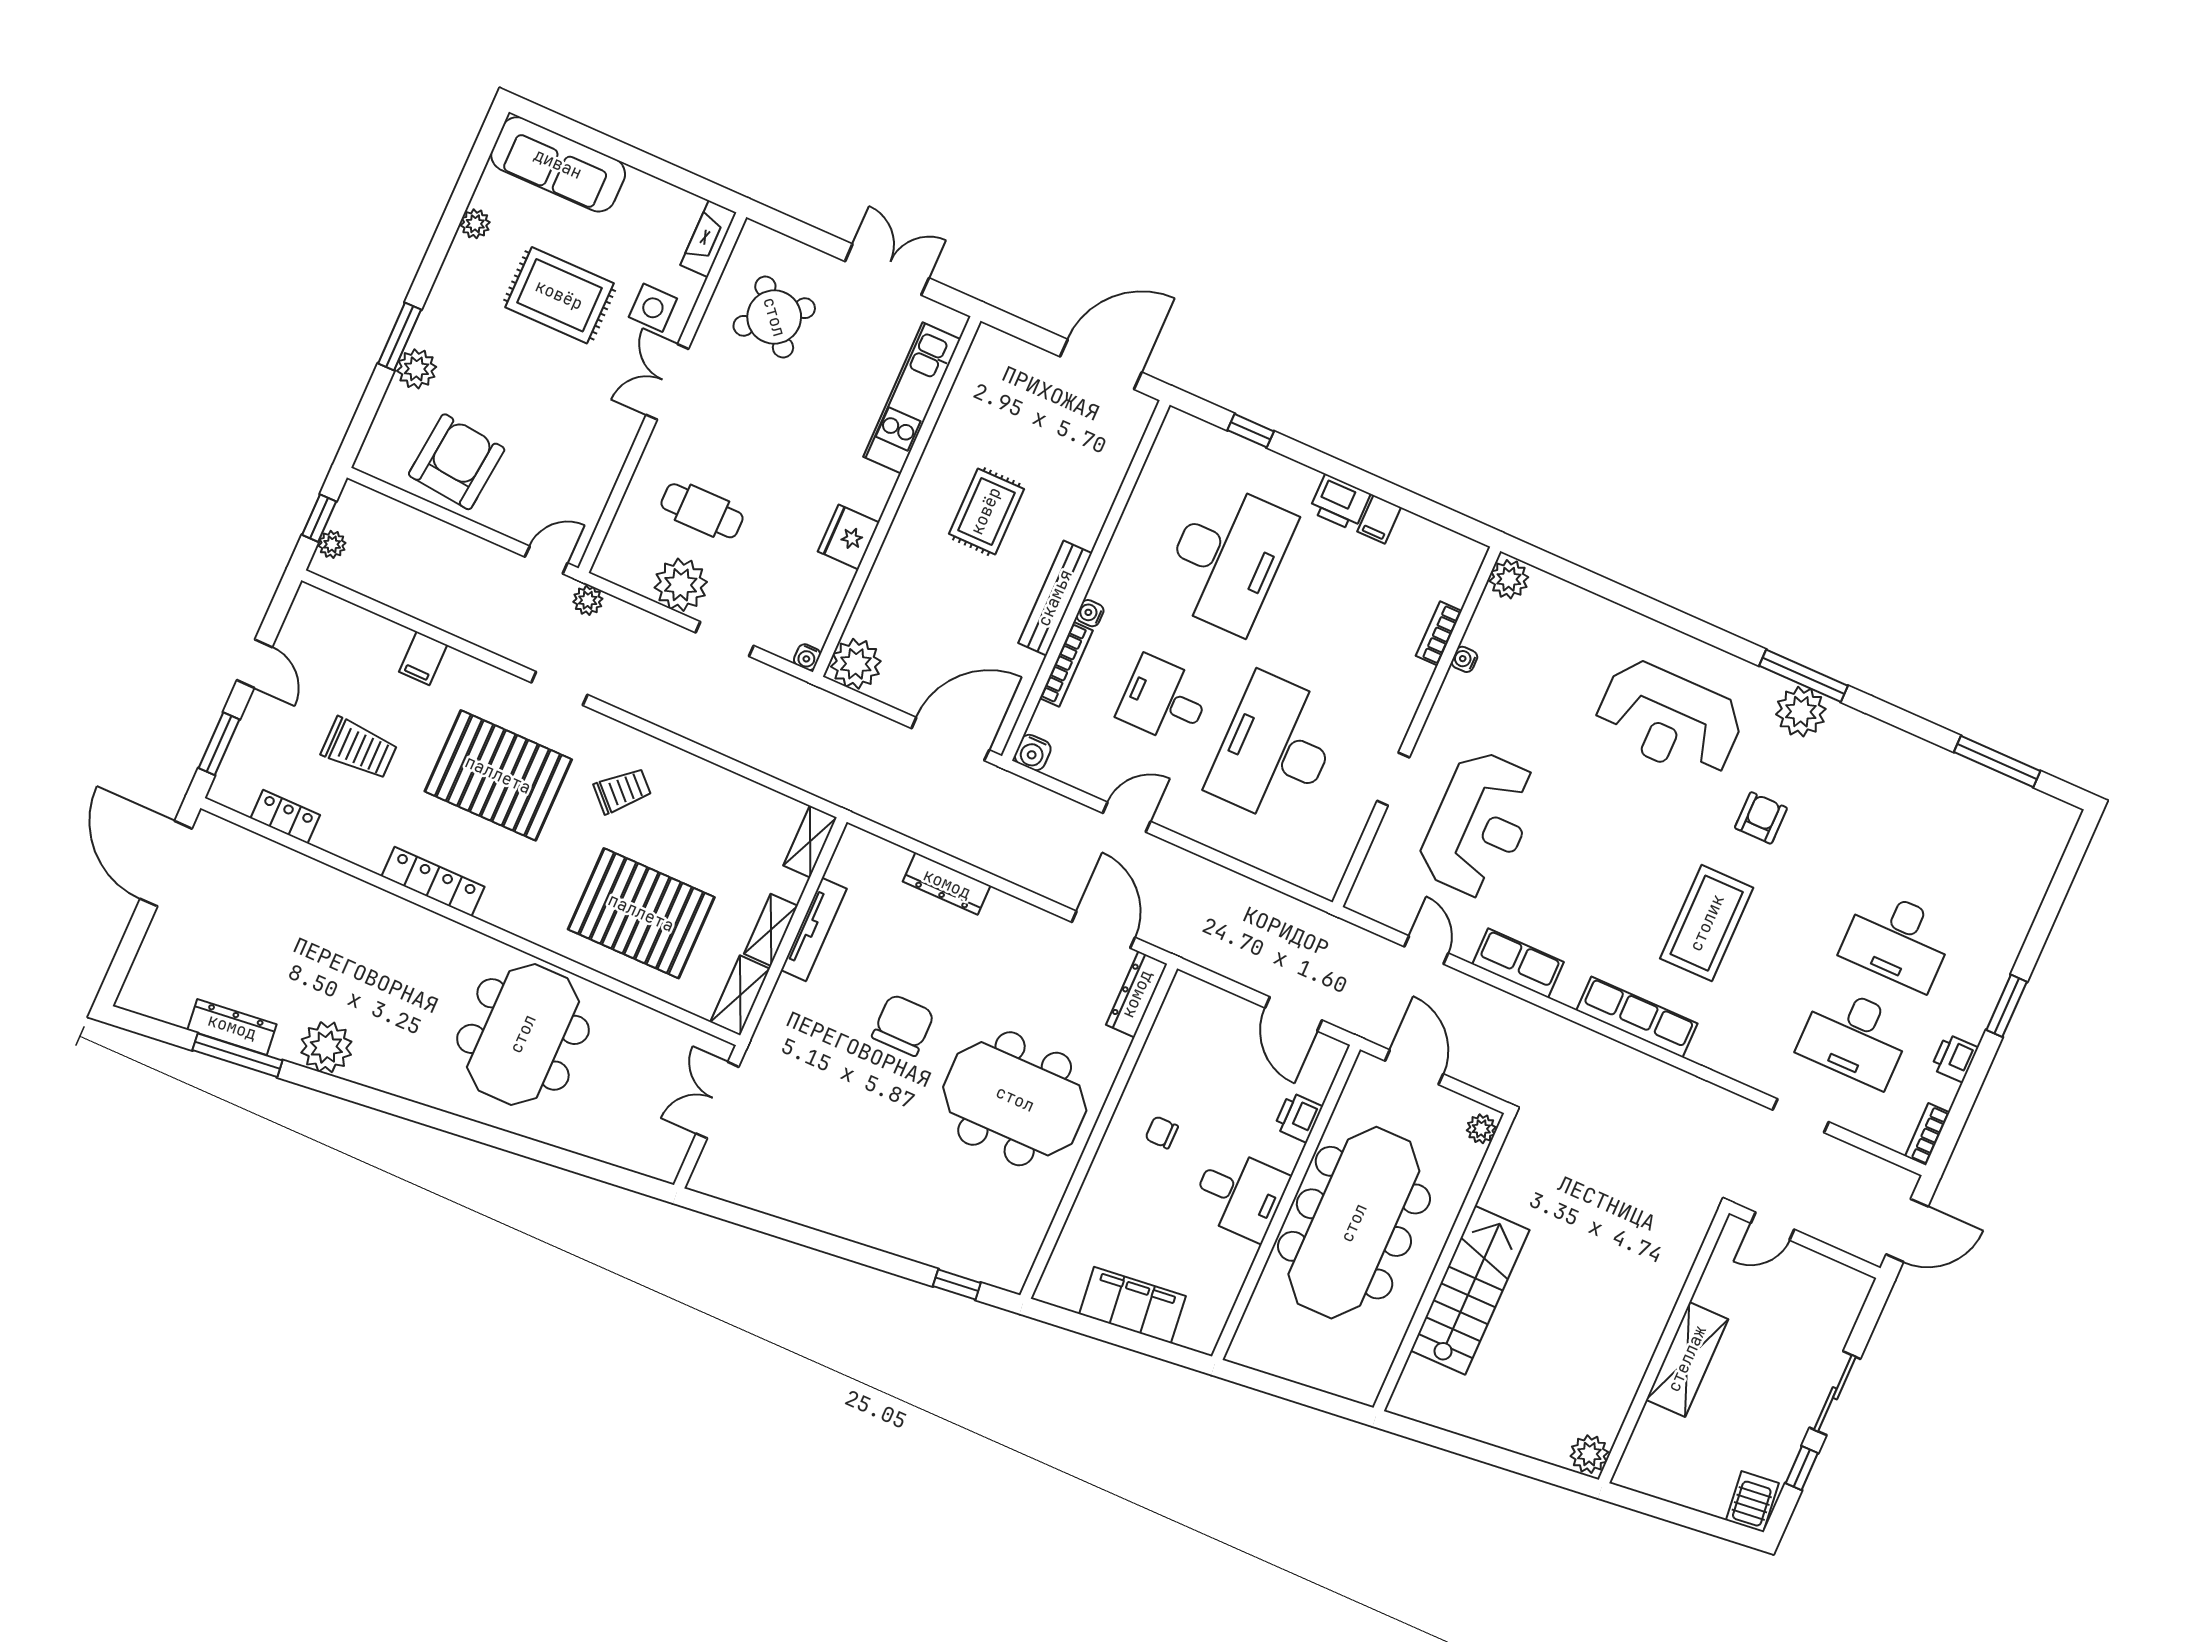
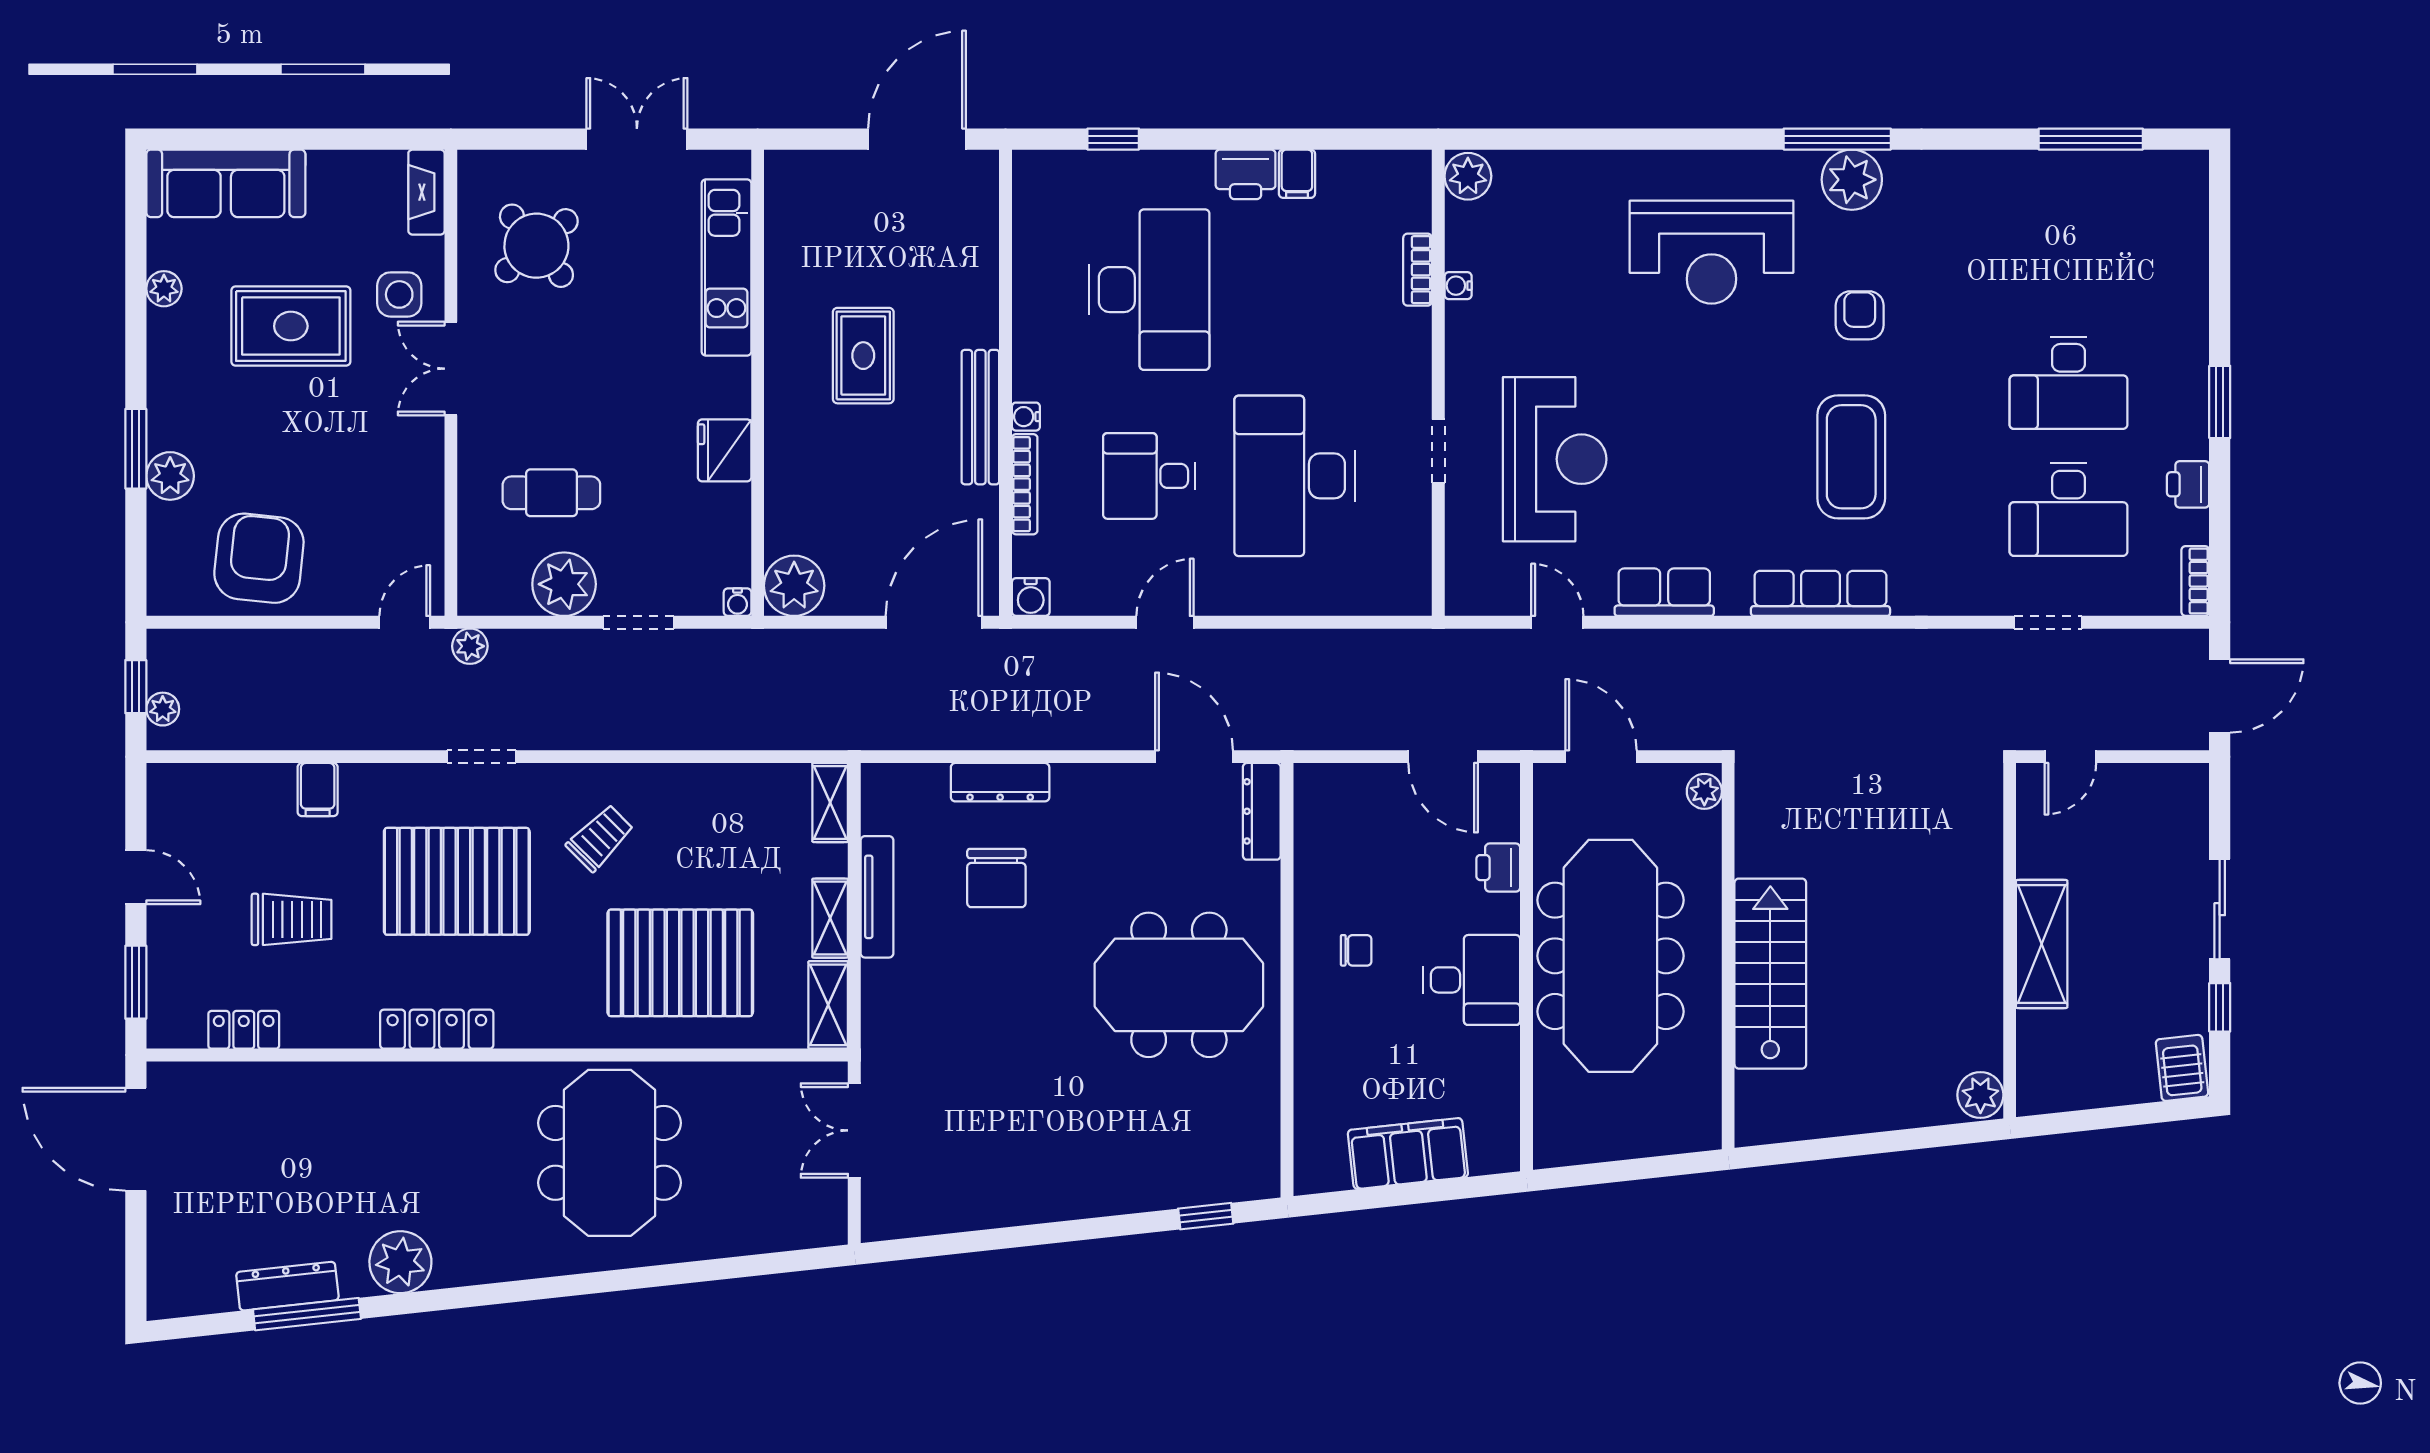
chair: (903, 1025) -> (996, 878), moved, turned 180
chair: (1162, 1132) -> (1356, 950), turned 180

